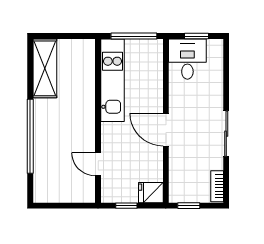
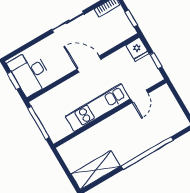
desk: (187, 59) -> (30, 73), width x1.37
kitchen unit: (113, 80) -> (98, 108), moved
door: (166, 130) -> (89, 64), swing flipped

